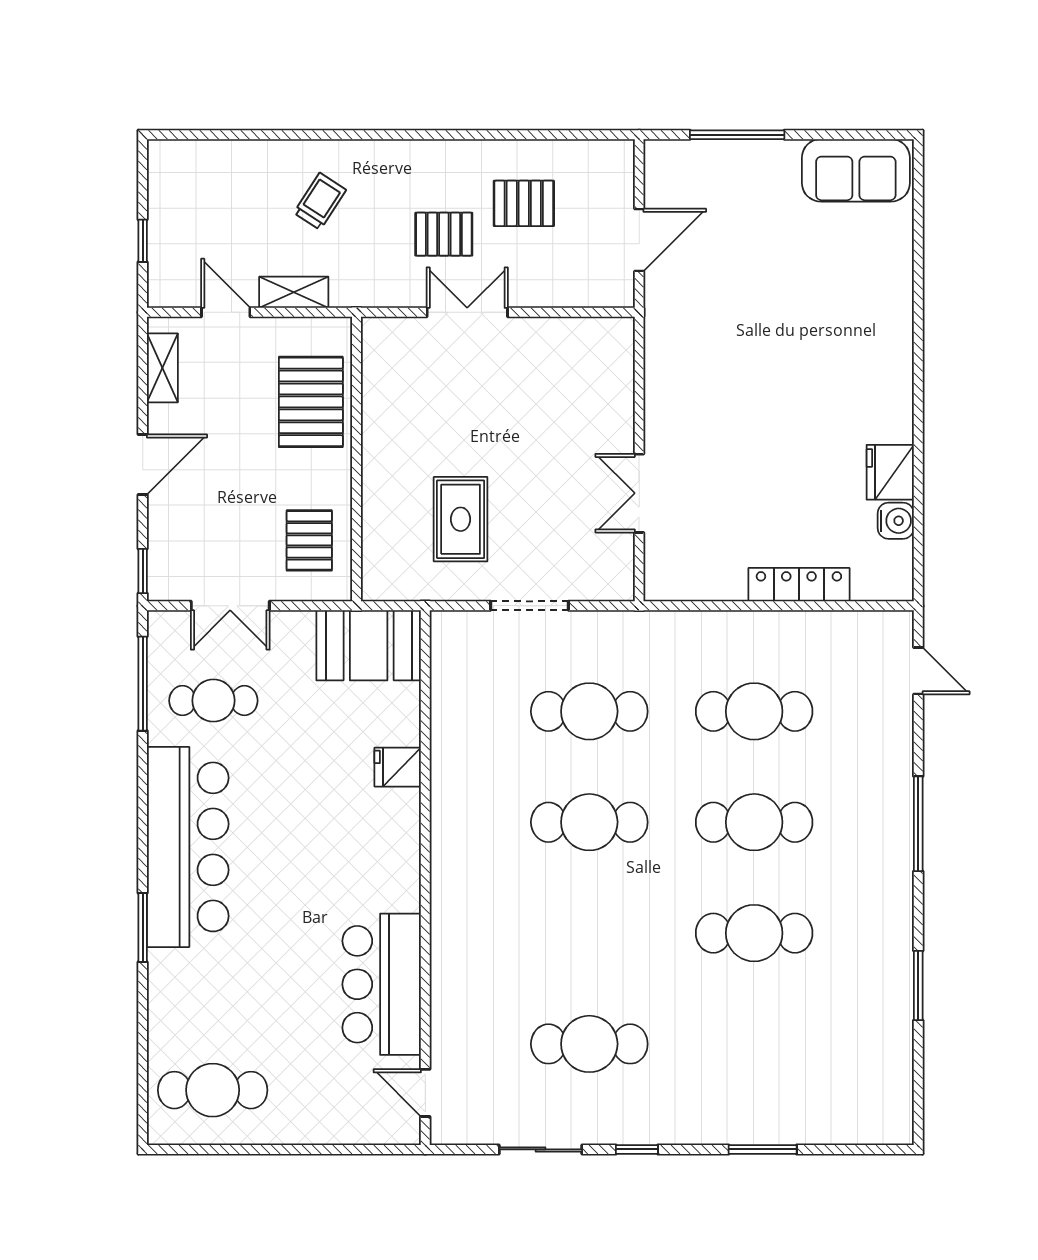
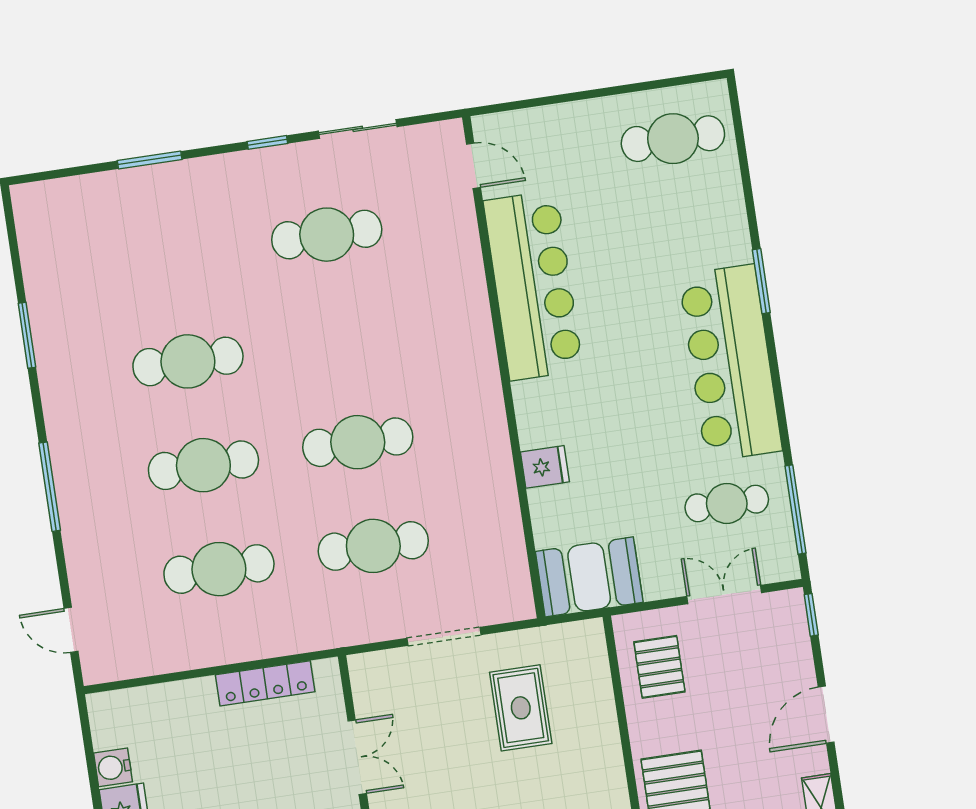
locker: (799, 585) -> (265, 683), moved
bar counter: (382, 984) -> (533, 285), width x1.36

